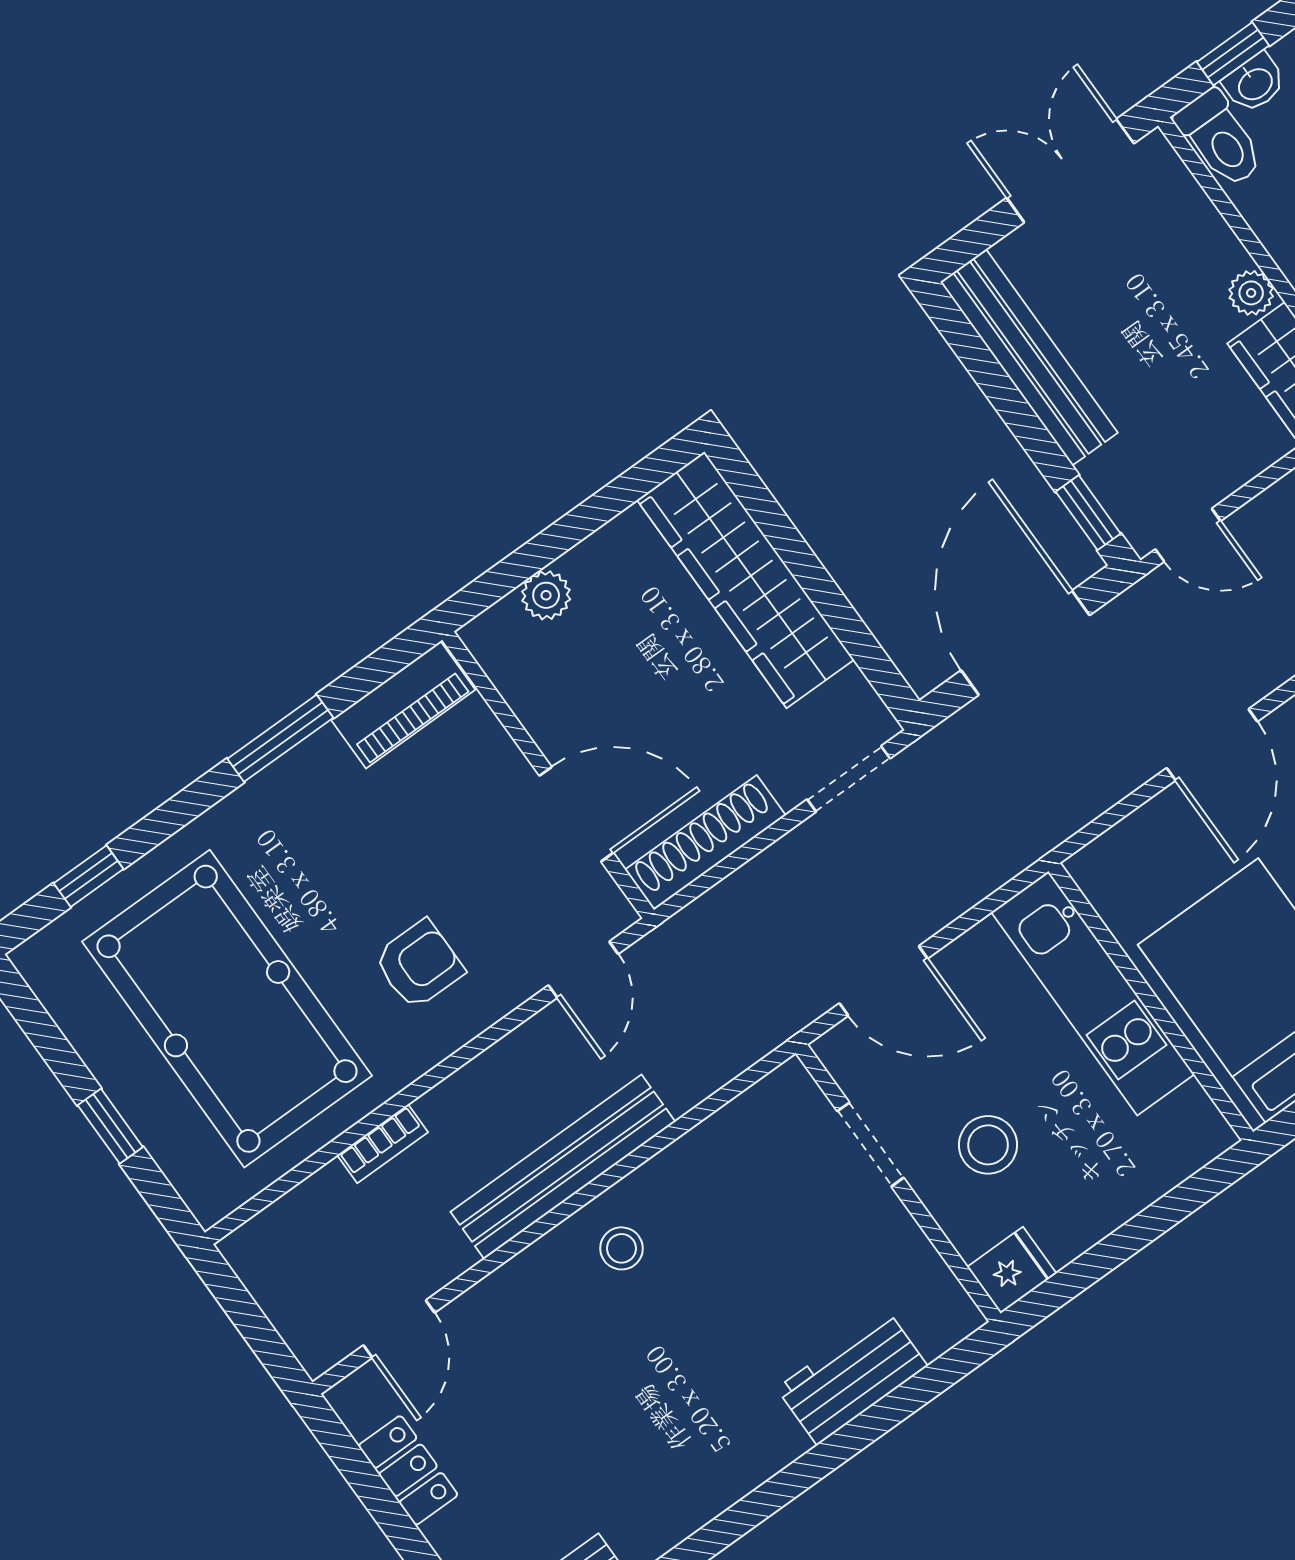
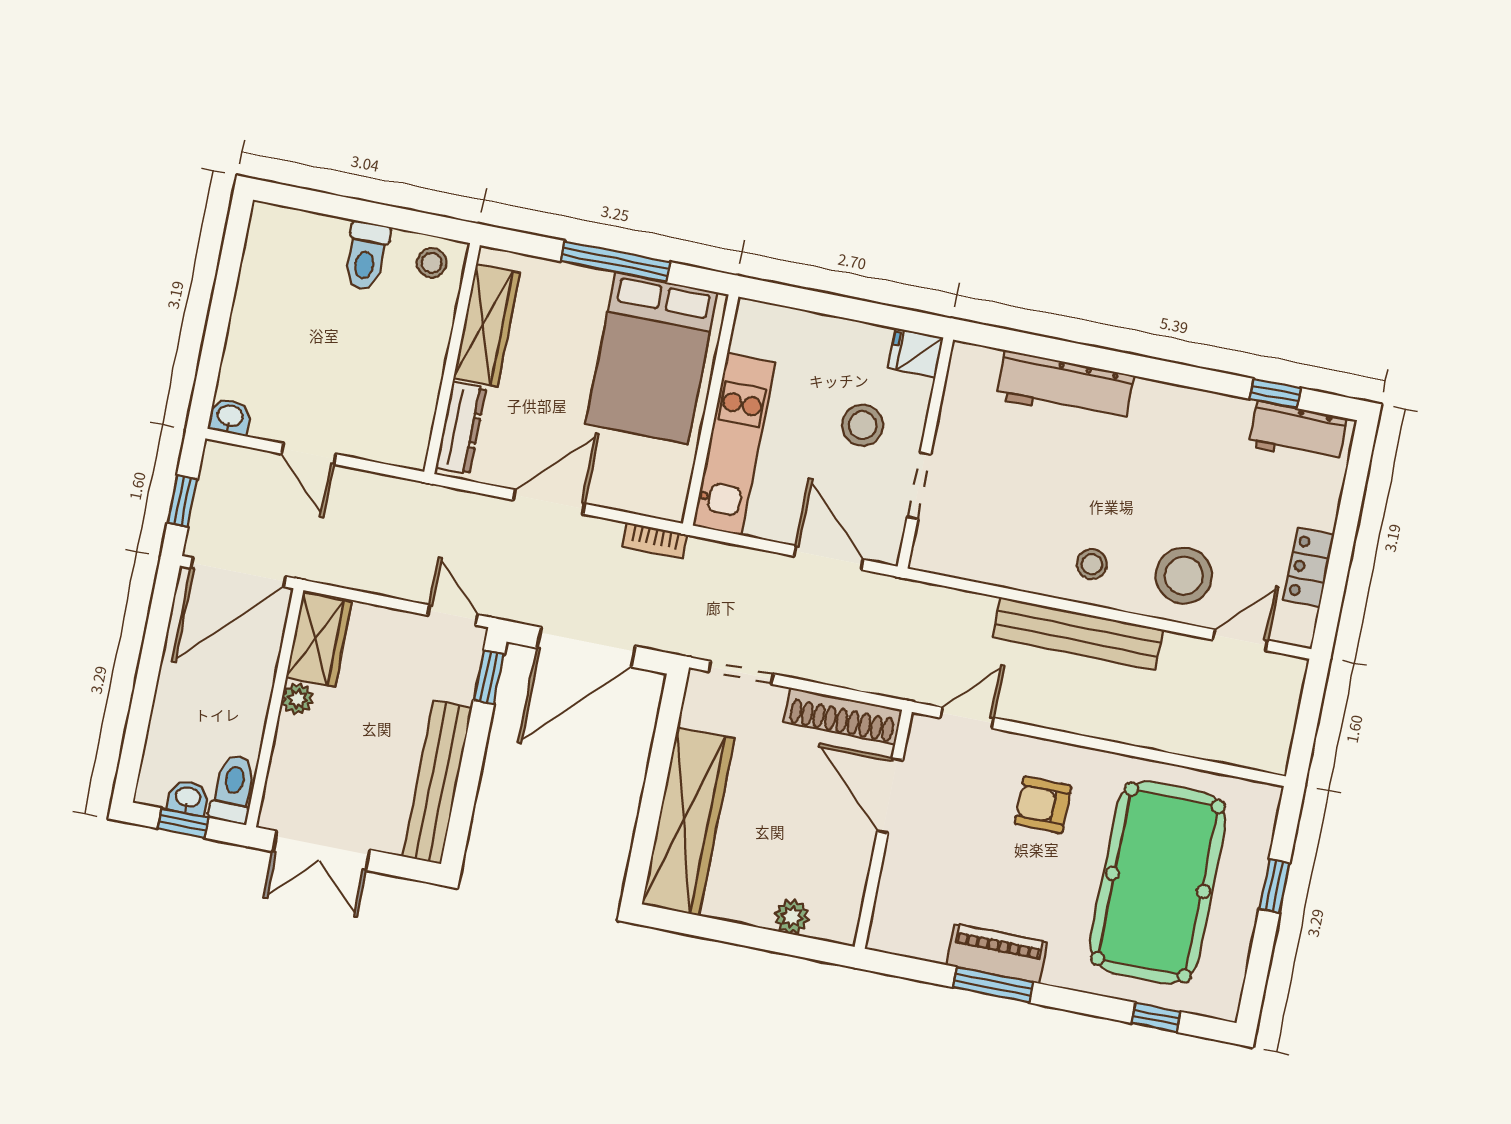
piano: (403, 705) -> (997, 954), moved
bookcase: (383, 1144) -> (655, 541), moved, turned 180
stool: (521, 1333) -> (1184, 576), added
workbench: (852, 1377) -> (1065, 387), width x1.38

